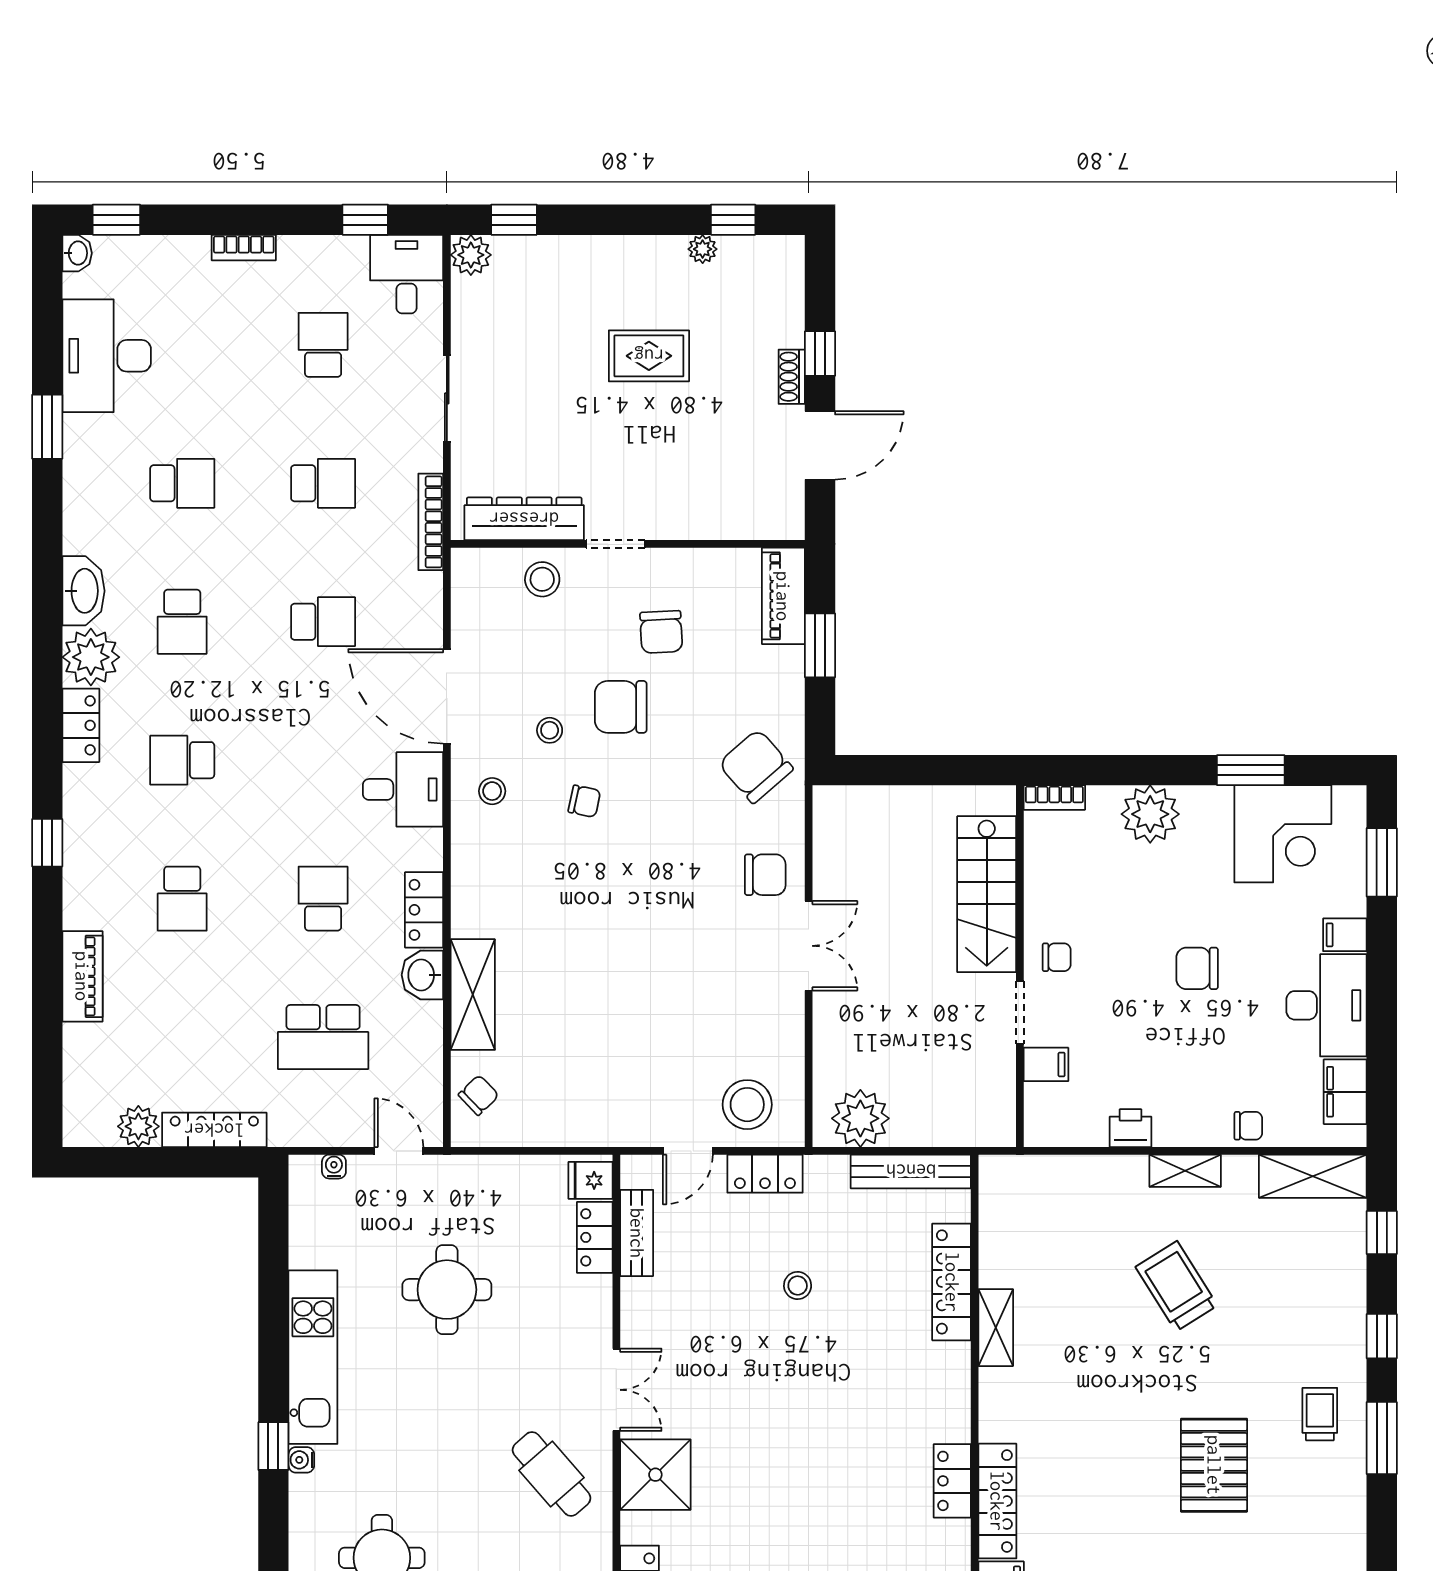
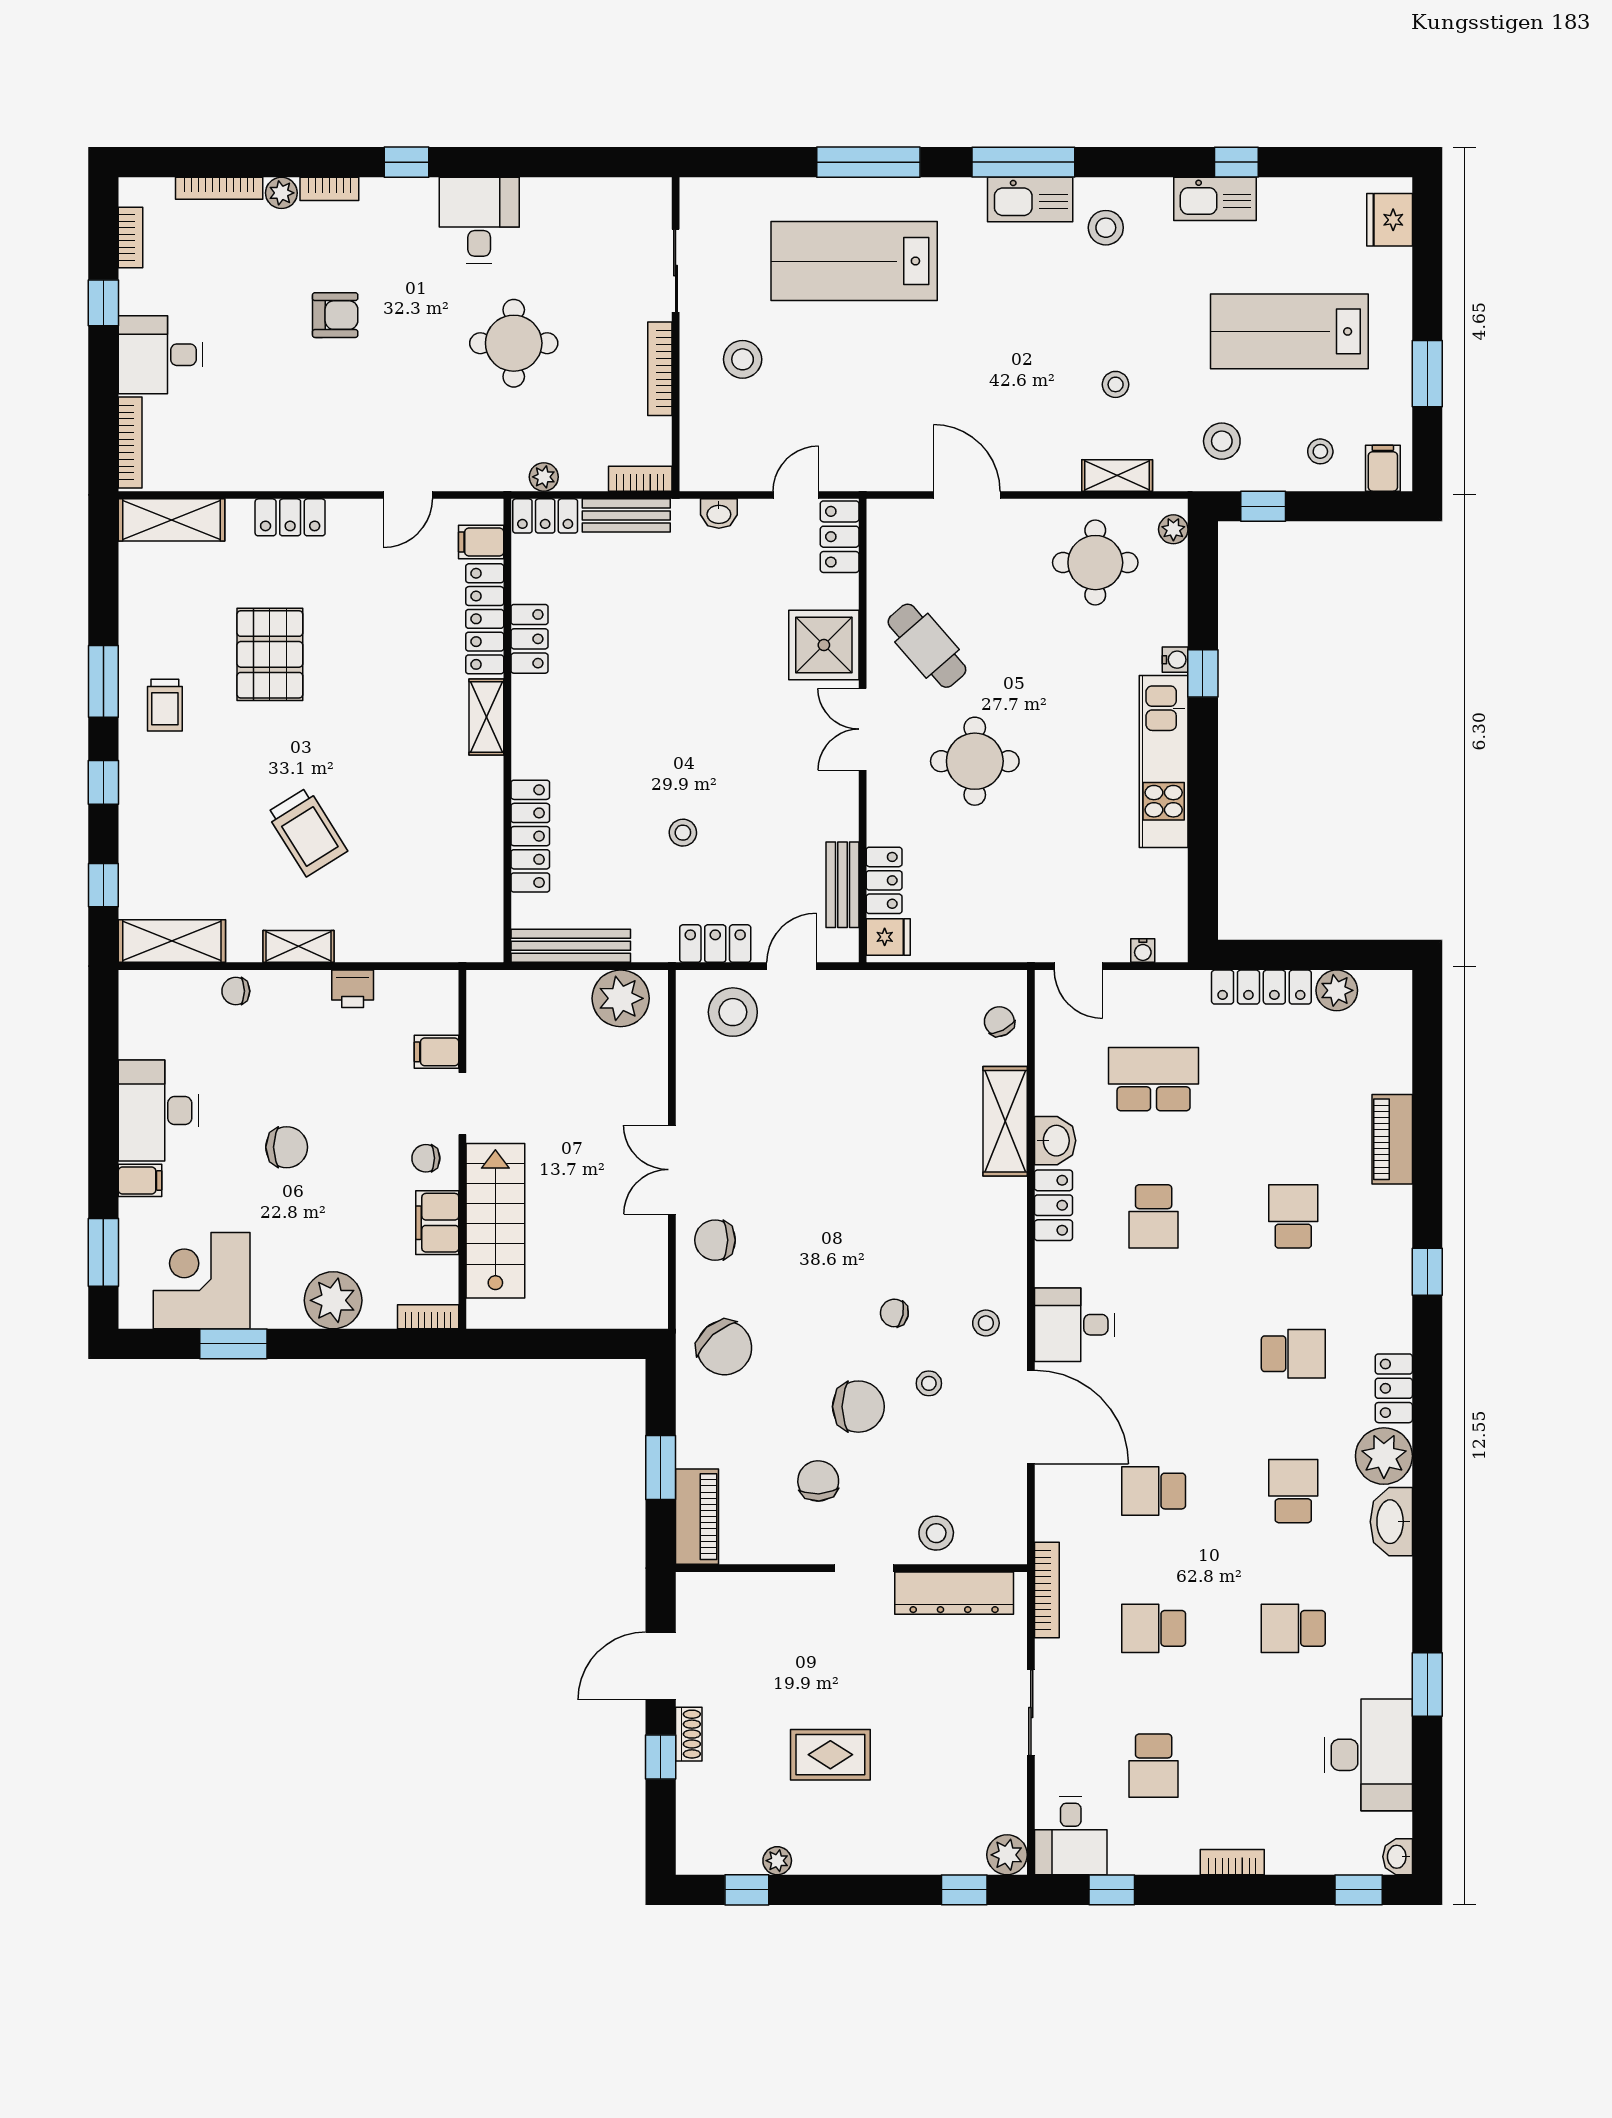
filing cabinet: (1345, 1092) -> (437, 1223), moved, turned 180
chair: (479, 1095) -> (999, 1022), turned 107
round table: (447, 1290) -> (975, 761), moved
shelving: (996, 1328) -> (486, 717), moved

